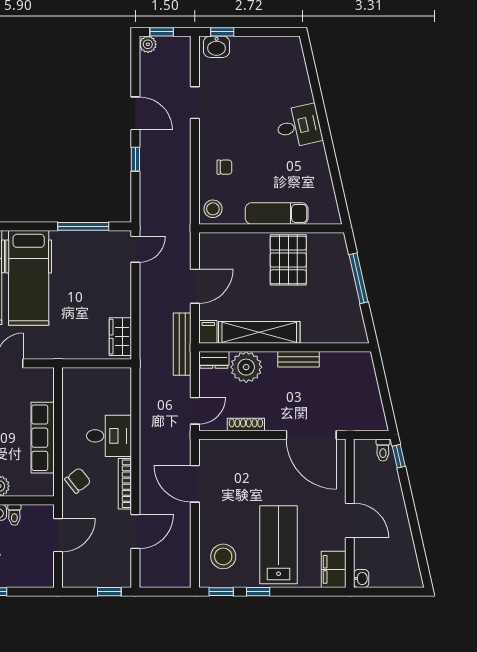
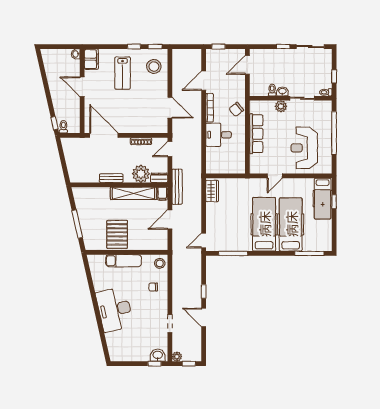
plant: (148, 44) -> (177, 357), moved
desk: (299, 126) -> (115, 309), width x1.87, depth x1.30
door: (58, 535) -> (247, 65), moved
lab bench: (279, 545) -> (123, 73), width x0.73, depth x0.72

